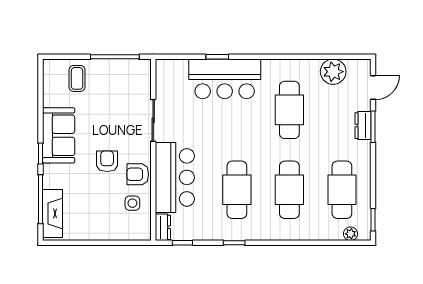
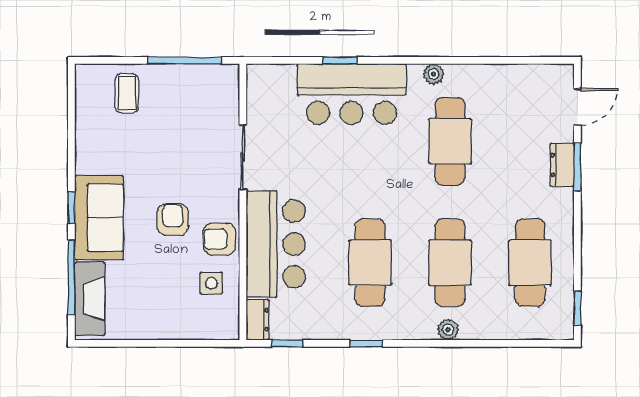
plant: (333, 72) -> (434, 74), moved, width x0.53, depth x0.53
sofa: (59, 135) -> (99, 218), moved
plant: (351, 234) -> (448, 330), moved

